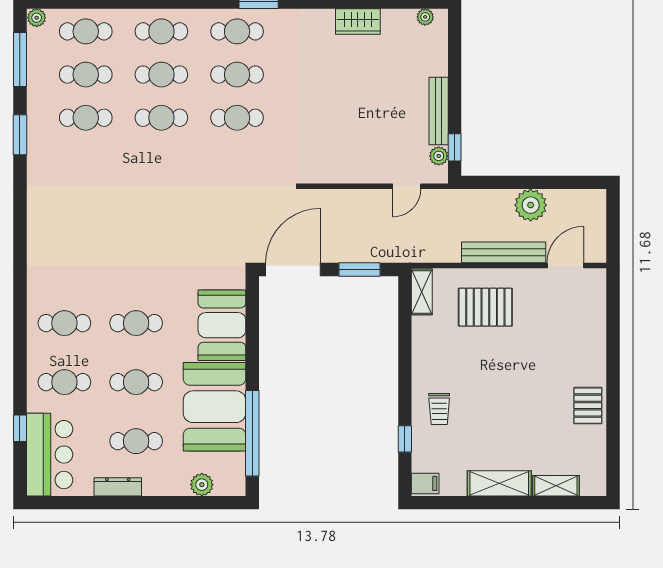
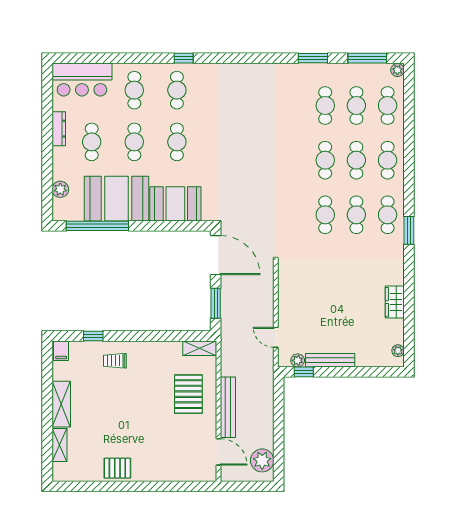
plant: (531, 205) -> (262, 460), moved
window: (20, 428) -> (184, 58), moved

